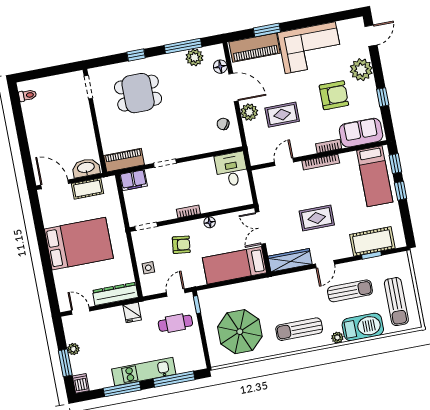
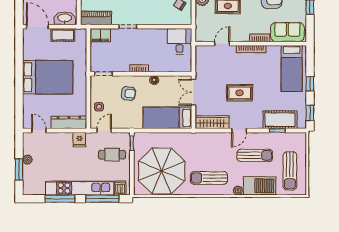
window: (395, 164) -> (310, 113), moved
door: (176, 293) -> (104, 130), moved
parasol: (240, 332) -> (162, 171), width x1.36, depth x1.36
kitchen unit: (144, 372) -> (80, 188), width x1.36
dishwasher: (81, 383) -> (120, 188), moved

